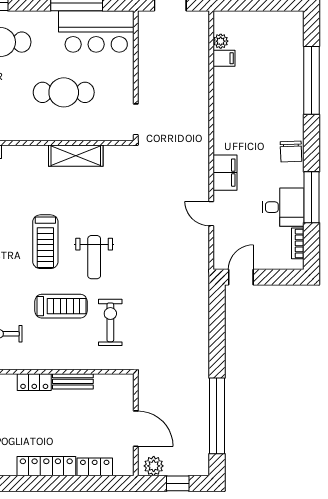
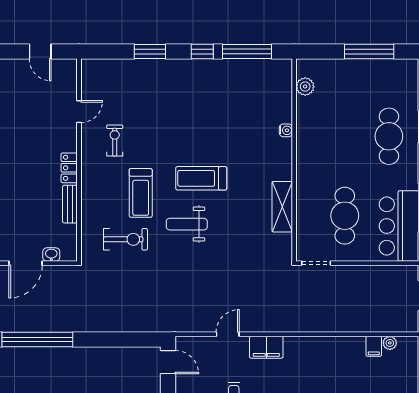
cafe table: (64, 92) -> (345, 216), moved
washbasin: (127, 401) -> (51, 255), added

